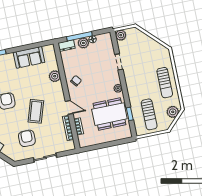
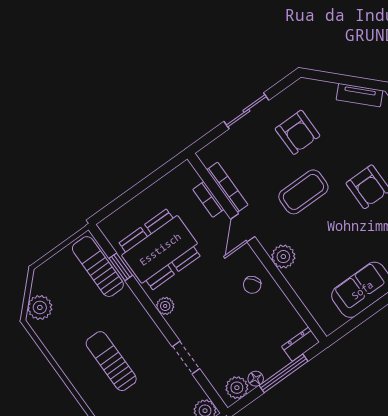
plant: (83, 43) -> (237, 388), moved
plant: (55, 76) -> (283, 257), moved
sun lounger: (165, 83) -> (111, 361), moved
door: (69, 107) -> (243, 228), hinge flipped
coffee table: (36, 111) -> (303, 192), turned 72
sun lounger: (149, 114) -> (98, 267), moved

